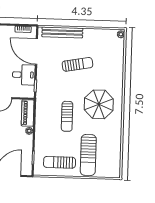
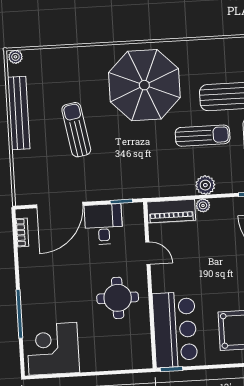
bench: (62, 32) -> (19, 113), moved
parasol: (99, 104) -> (144, 85), width x1.36, depth x1.36
sun lounger: (67, 116) -> (203, 136), moved
plant: (40, 133) -> (205, 185), added

